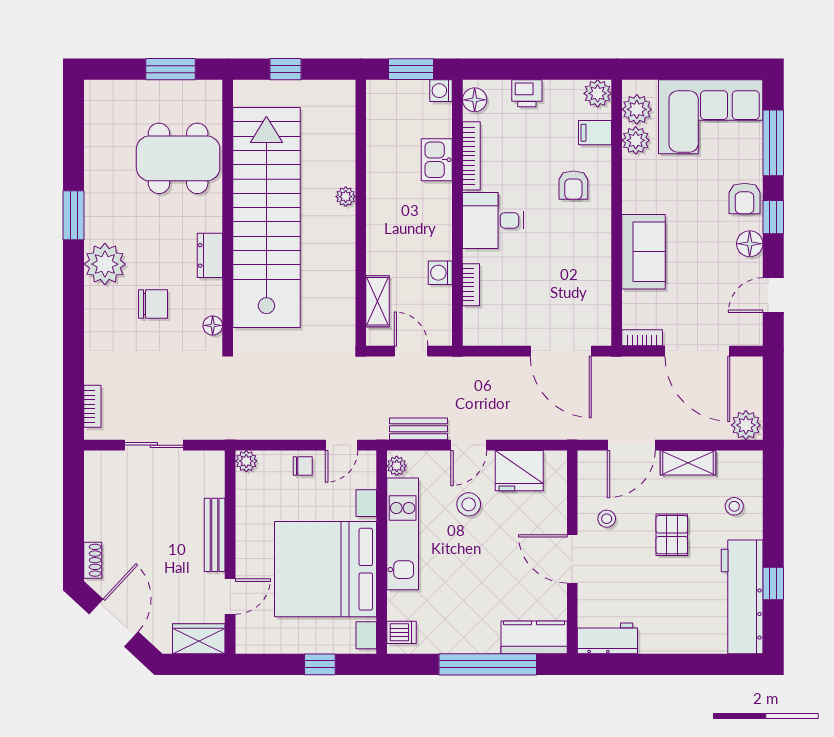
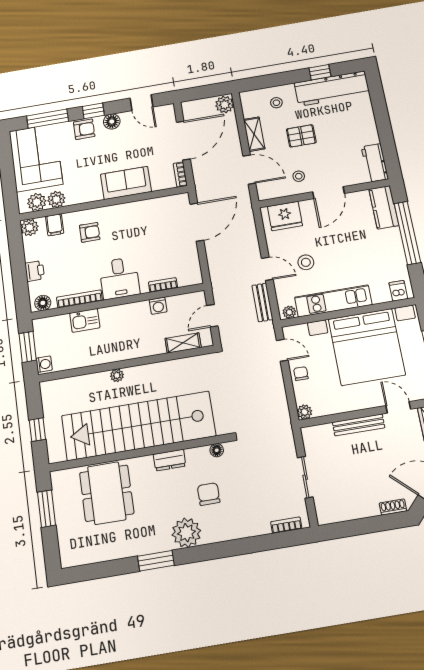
washing machine: (441, 91) -> (44, 364), moved, turned -90
fridge: (519, 471) -> (285, 216), moved, turned 90

